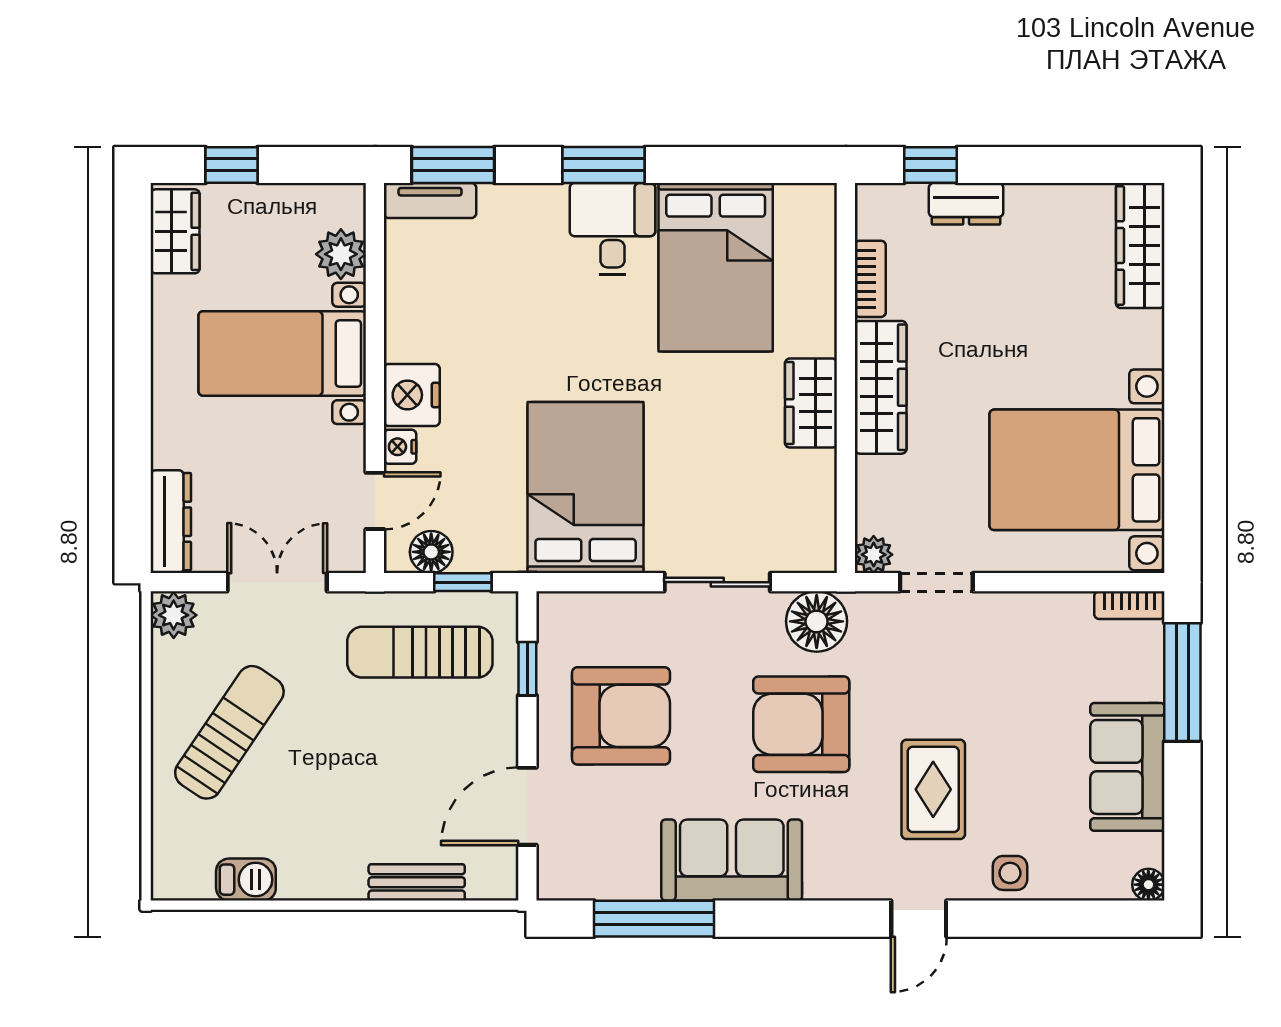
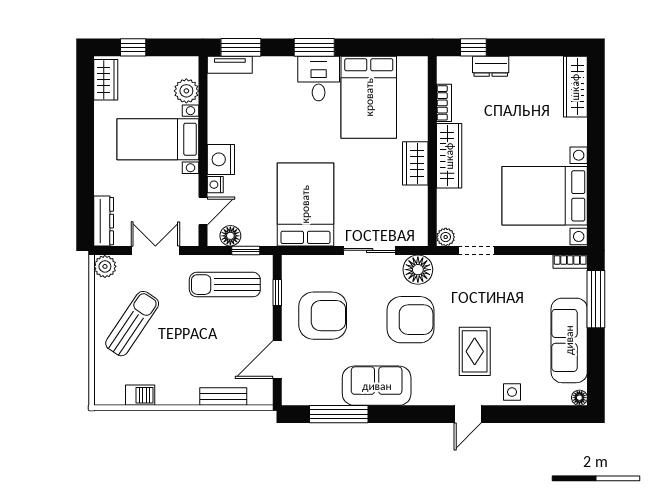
armchair: (801, 724) -> (410, 320), turned 180
sofa: (1127, 767) -> (569, 340), width x1.36

